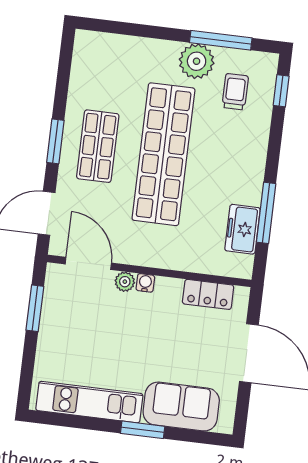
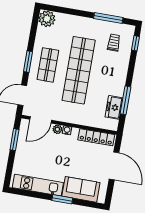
plant: (197, 61) -> (47, 19), moved
door: (88, 263) -> (41, 120), swing flipped
locker: (208, 294) -> (96, 137), width x1.53

